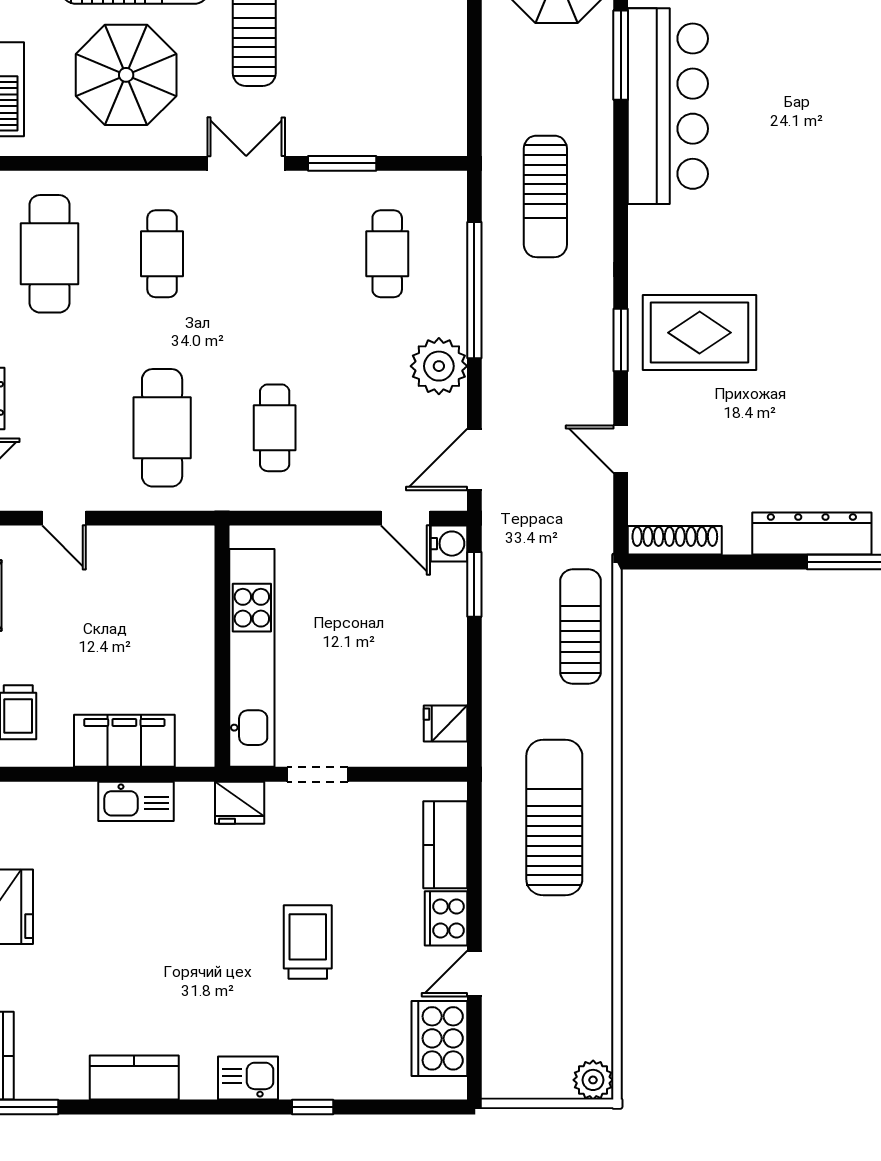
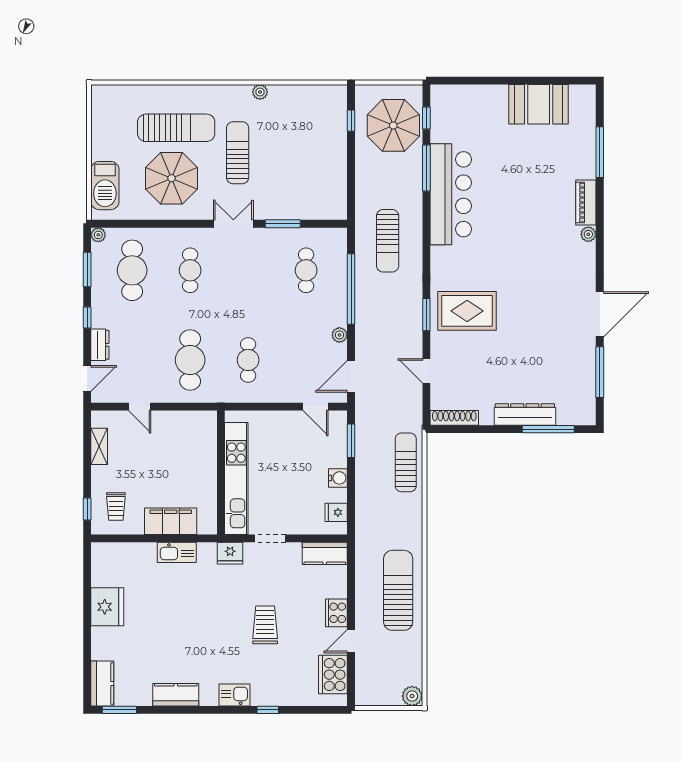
plant: (439, 366) -> (339, 335), width x0.53, depth x0.53
water cooler: (449, 544) -> (338, 478), moved
sun lounger: (554, 818) -> (398, 590), moved
kitchen counter: (445, 845) -> (325, 553), moved, turned -90

